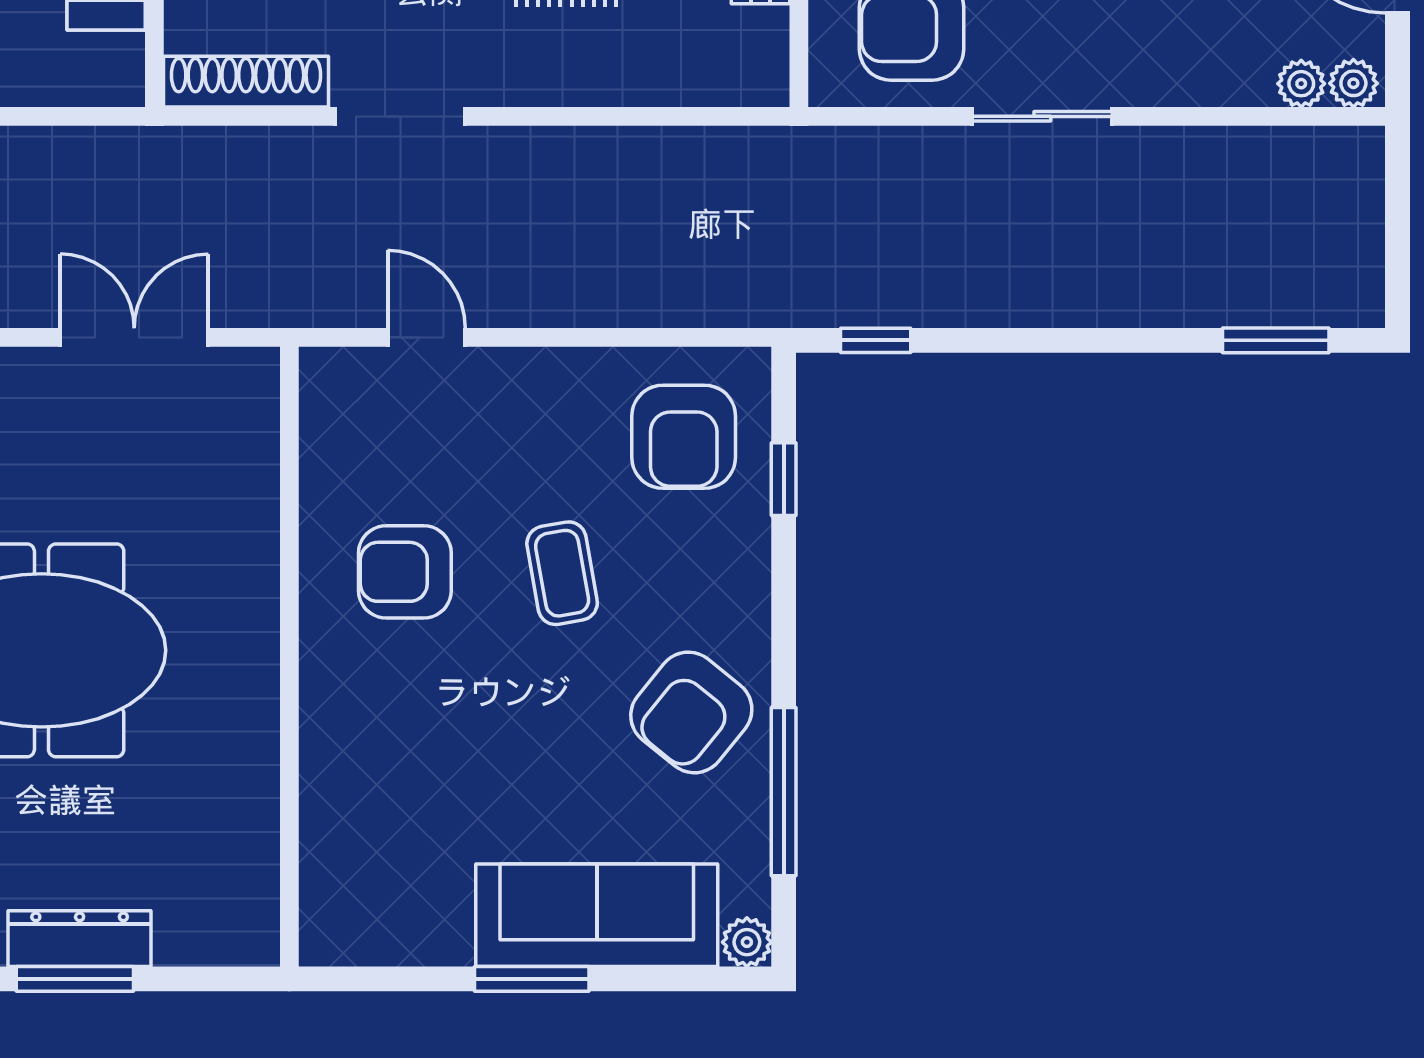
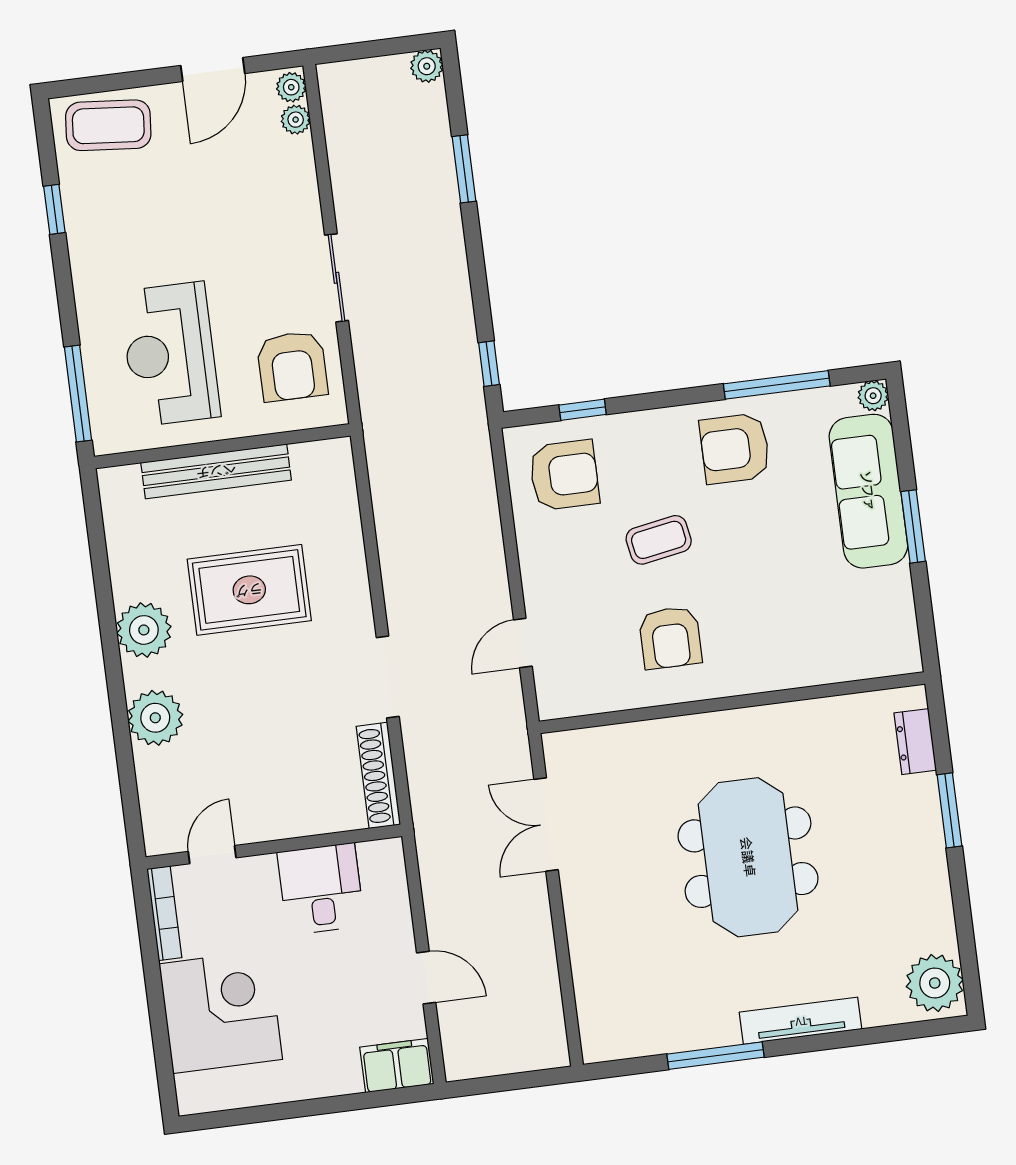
plant: (1359, 302) -> (427, 66), added
window: (1276, 340) -> (464, 169), moved
armchair: (691, 712) -> (735, 449), turned 141
dresser: (80, 939) -> (915, 742), moved, width x0.70

